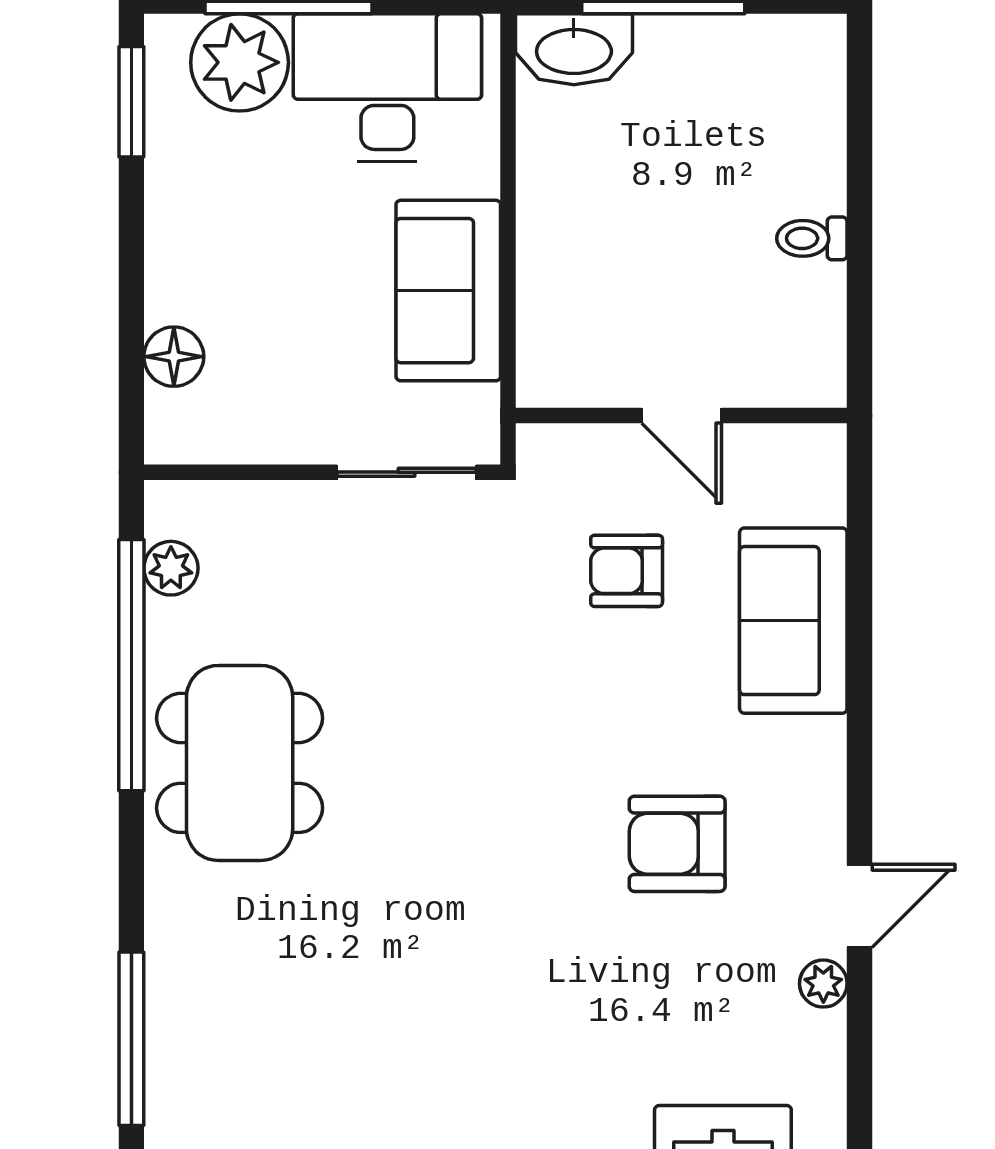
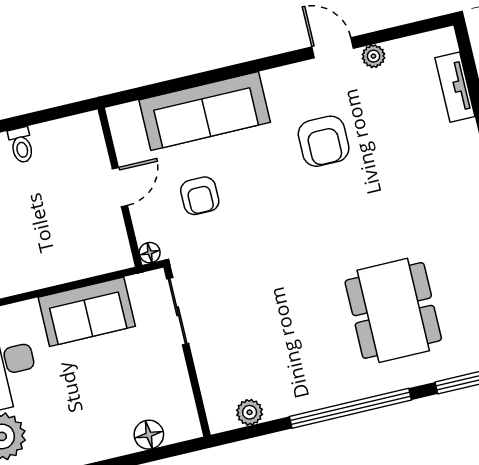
floor lamp: (537, 444) -> (150, 253), added
sofa: (793, 621) -> (205, 111), width x1.36
window: (131, 665) -> (350, 408), moved
dining table: (240, 763) -> (393, 310), moved, turned 90

